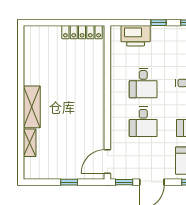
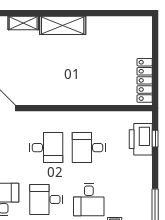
window: (159, 23) -> (155, 139), moved
desk: (143, 122) -> (46, 148), turned 180

